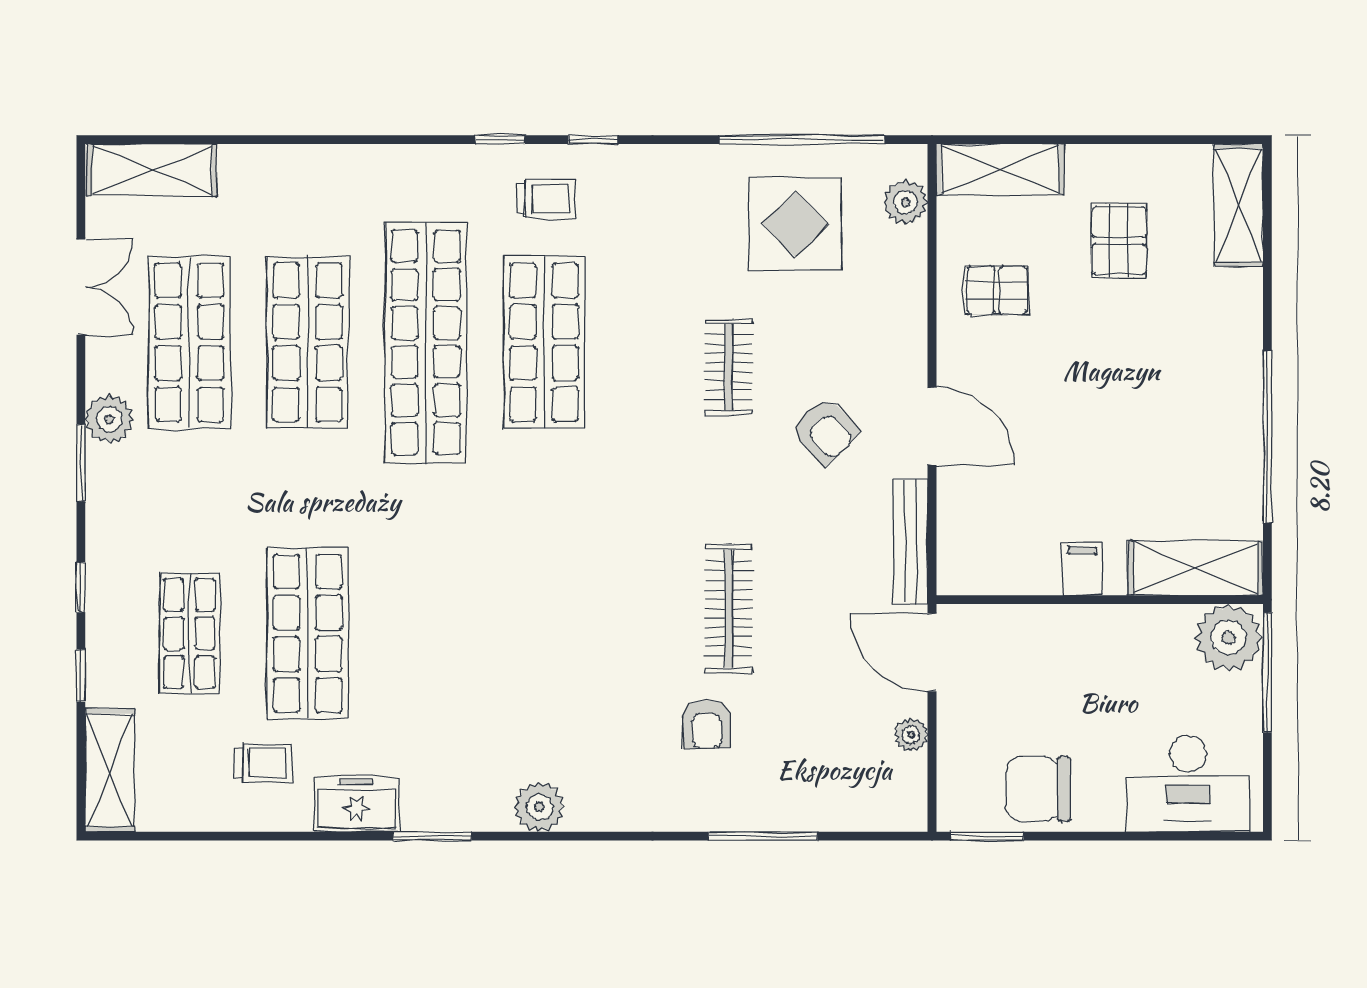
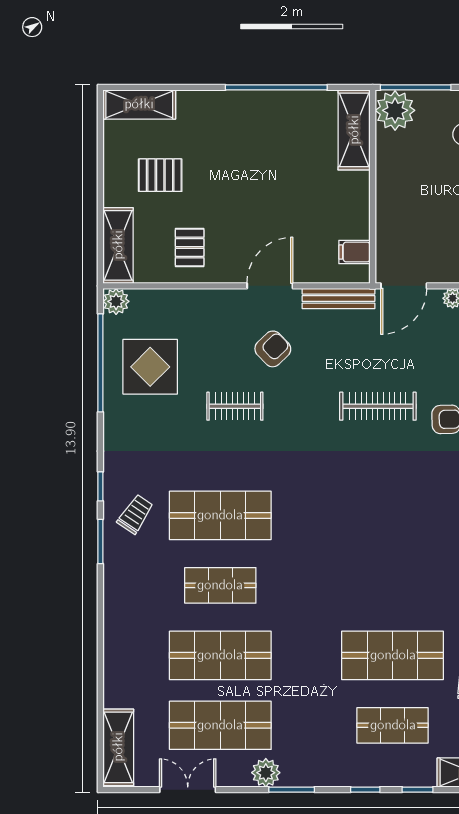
window: (500, 140) -> (100, 542), width x1.50
trolley: (546, 199) -> (135, 514), turned 34
plant: (906, 202) -> (116, 301), moved
shop shelf: (426, 342) -> (220, 585), width x0.50, depth x0.74
filing cabinet: (1082, 569) -> (354, 252), moved

